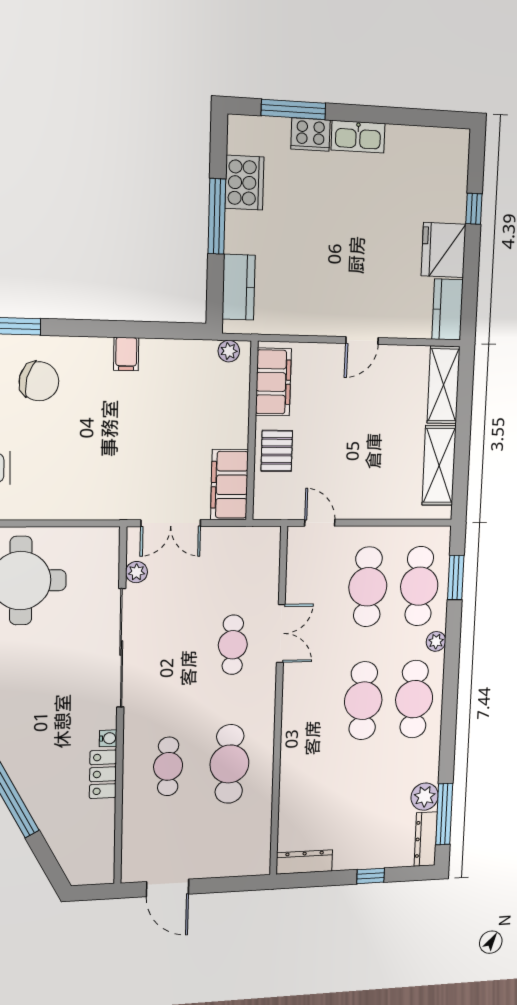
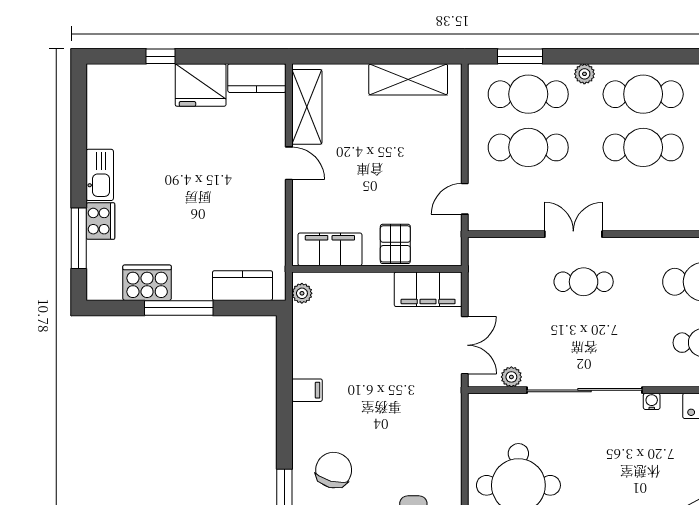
shelving: (443, 385) -> (307, 107), moved, turned 90
pallet: (277, 451) -> (395, 244), turned 90
water cooler: (108, 738) -> (652, 401), moved

